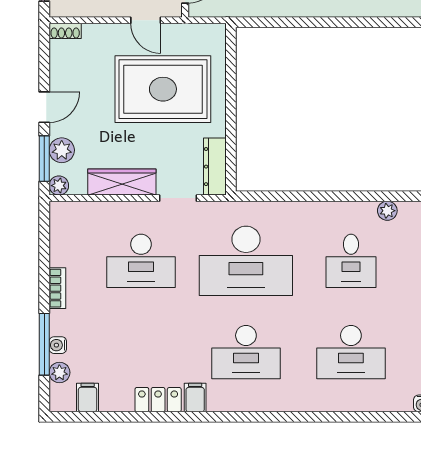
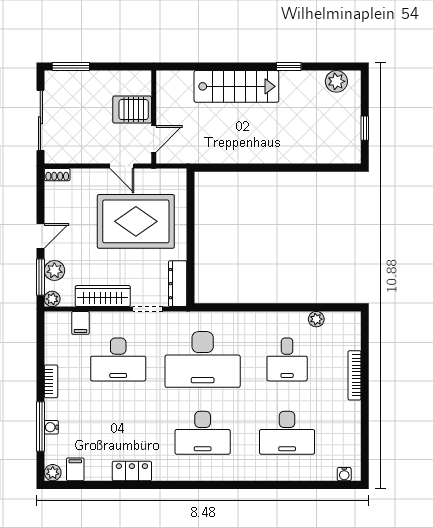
plant: (59, 373) -> (53, 473), moved
filing cabinet: (195, 398) -> (80, 323), moved, turned 180

